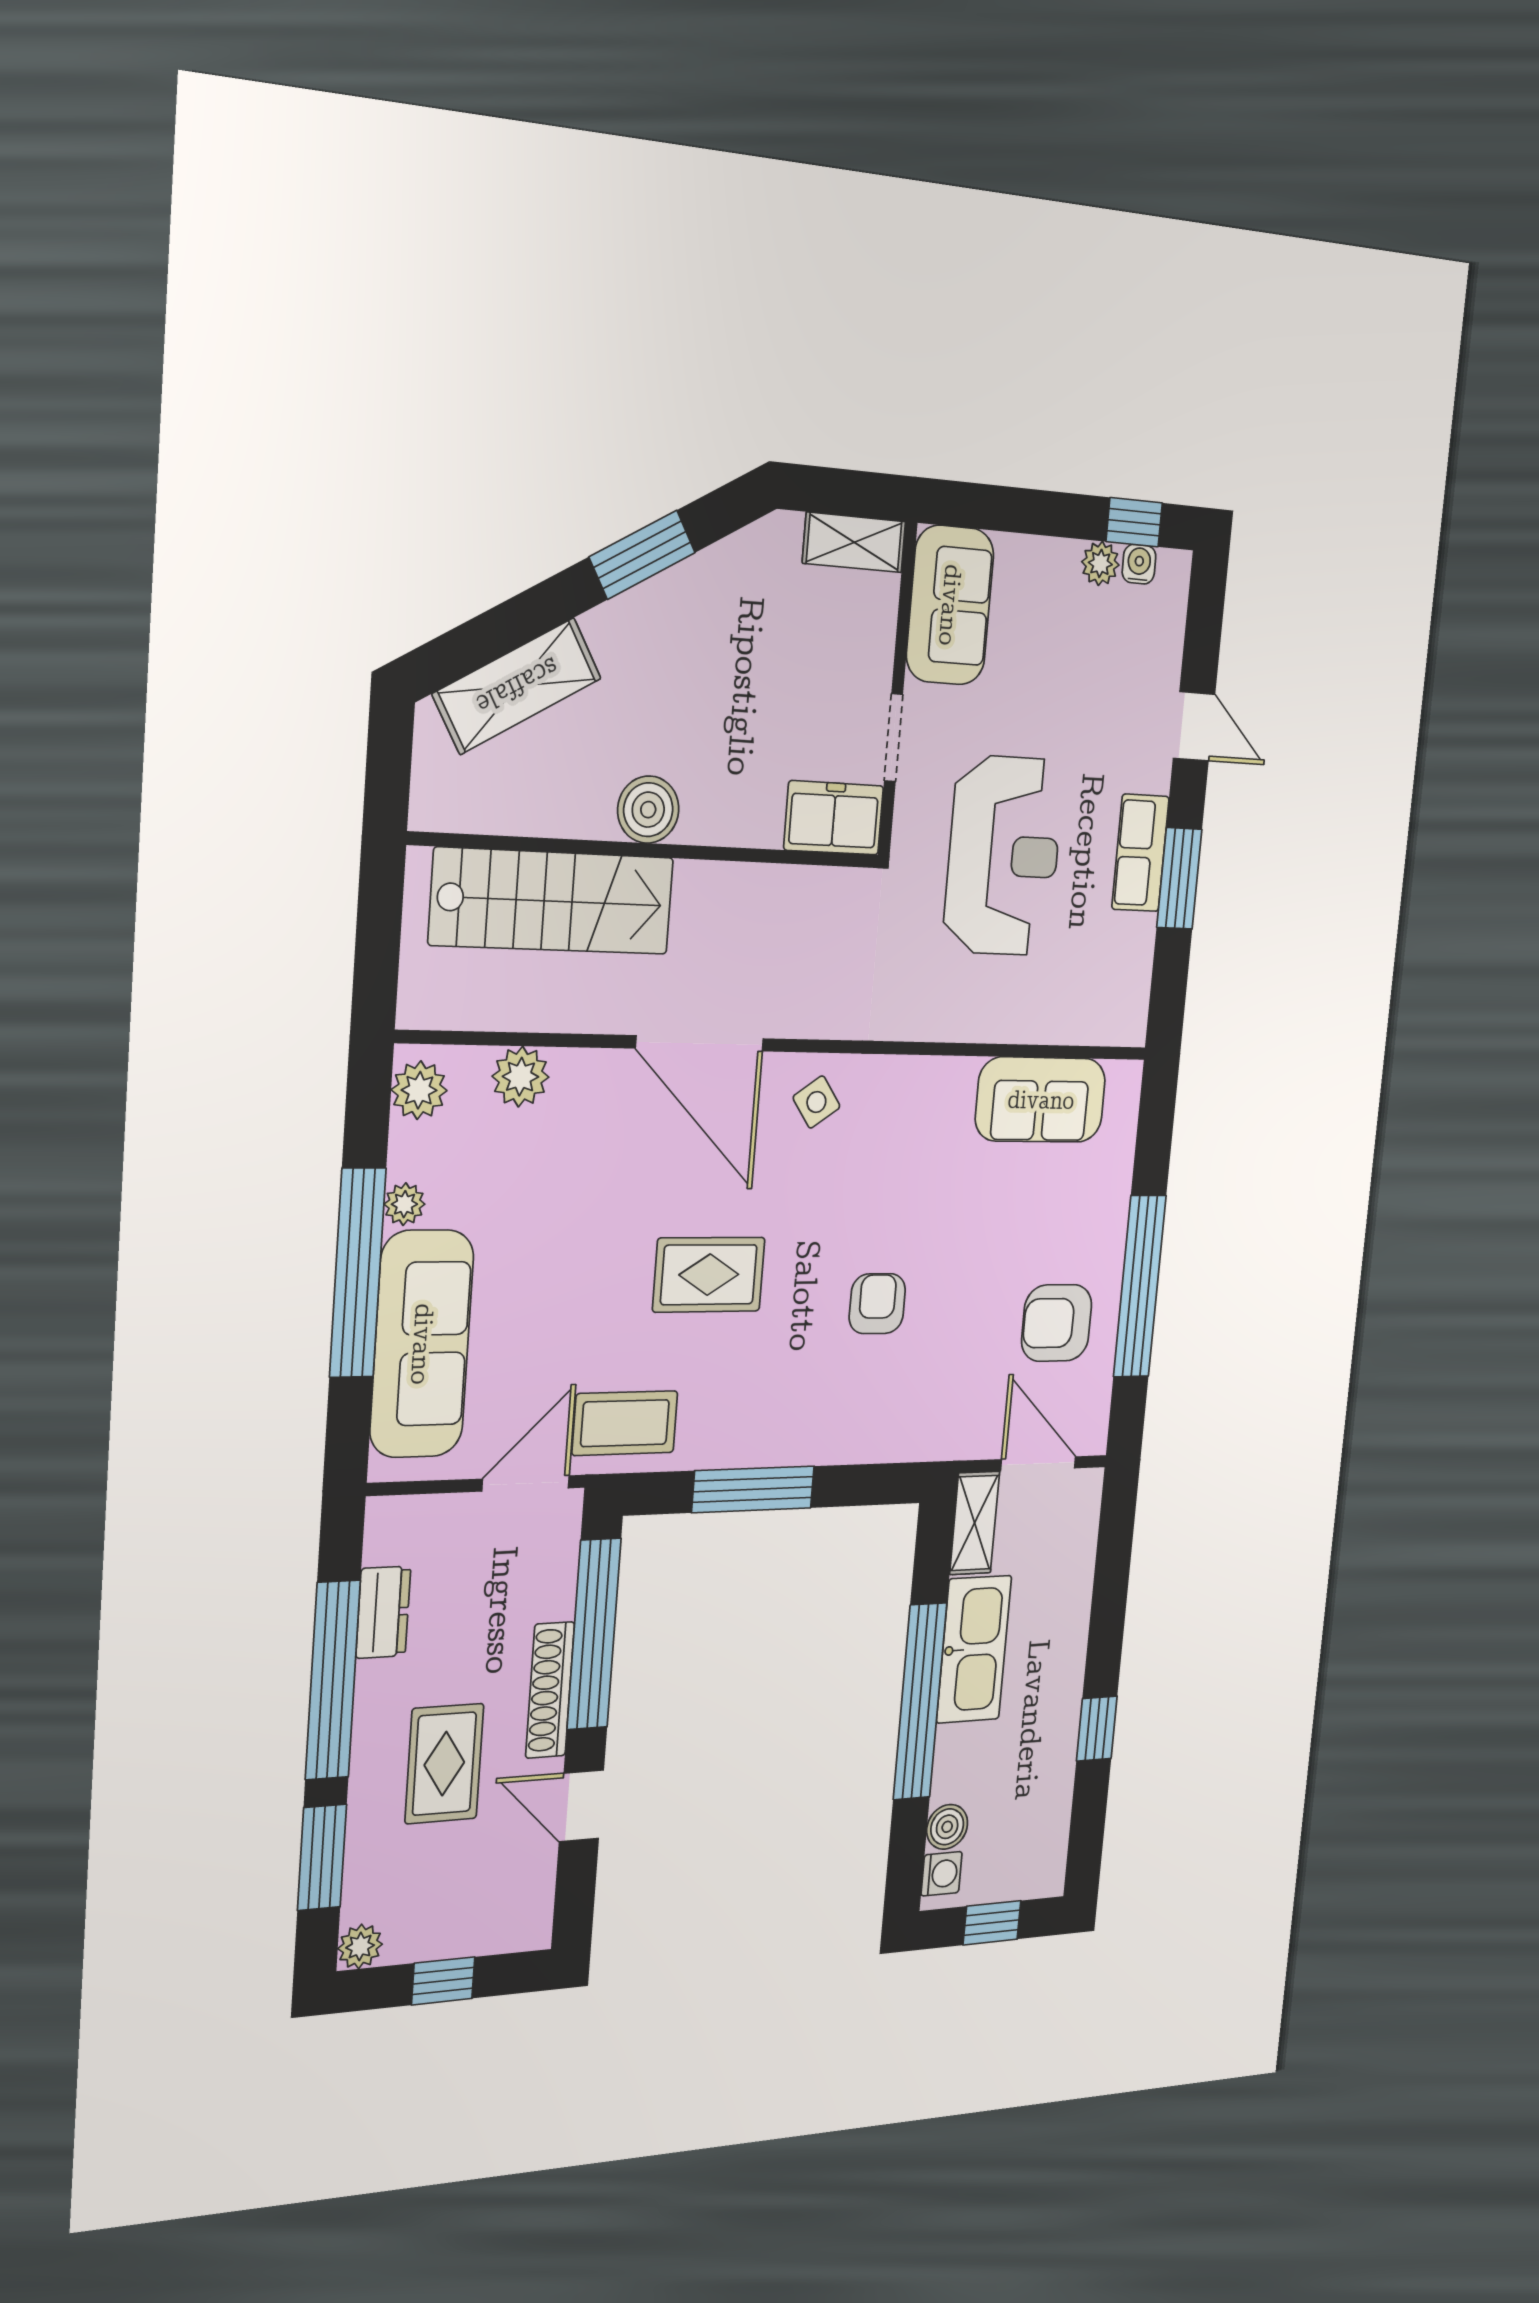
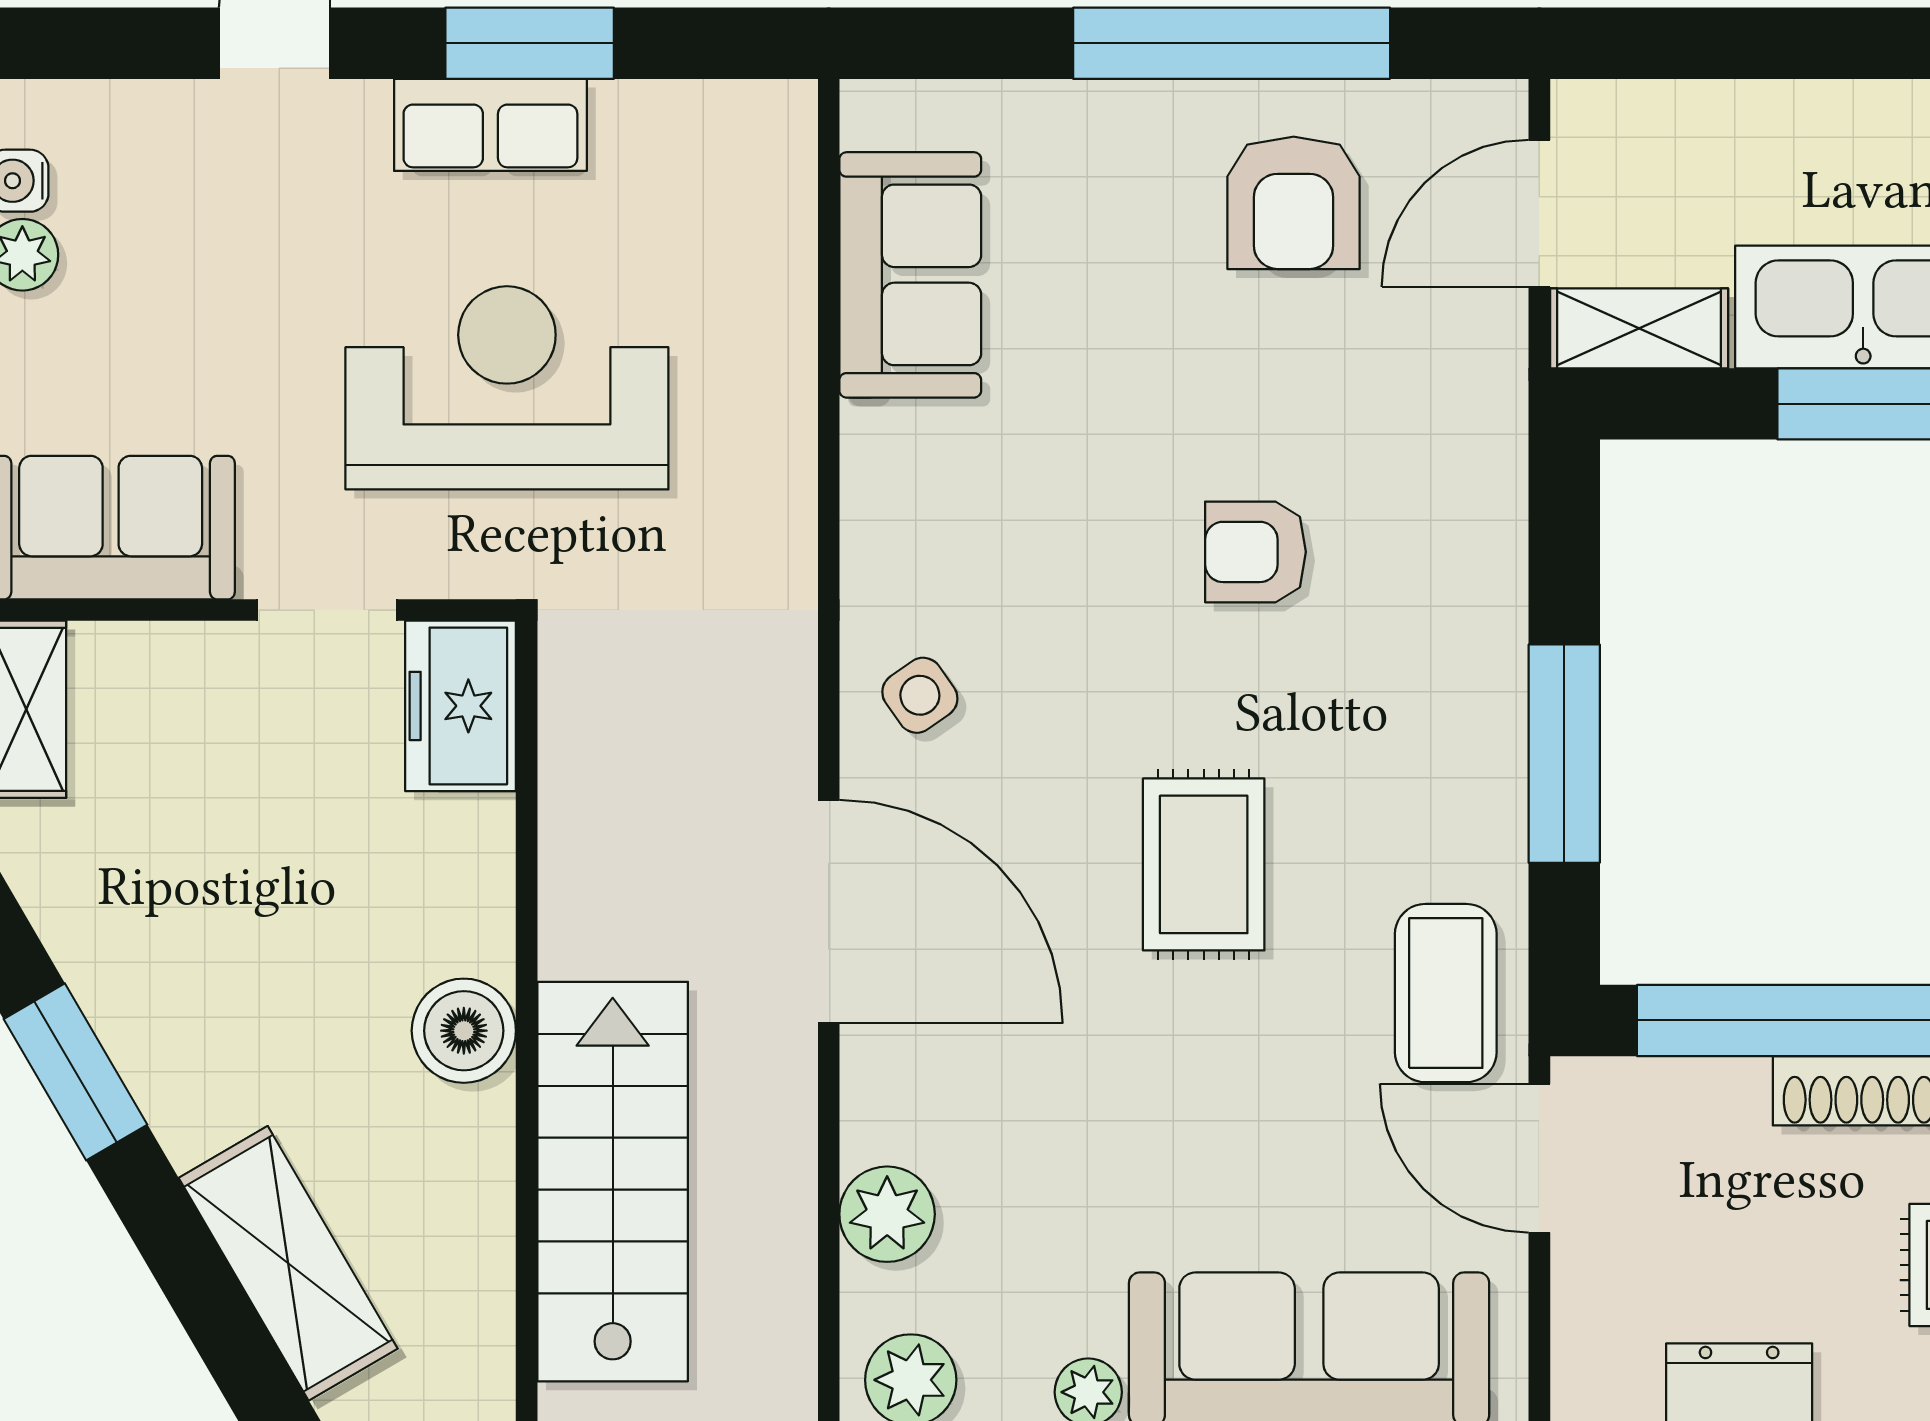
door: (700, 1043) -> (829, 912), hinge flipped

